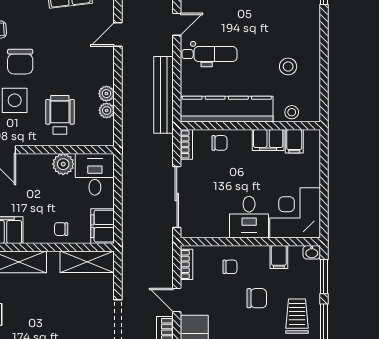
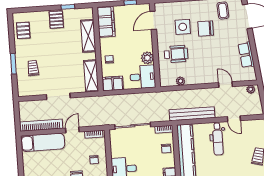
plant: (106, 94) -> (190, 80), removed

